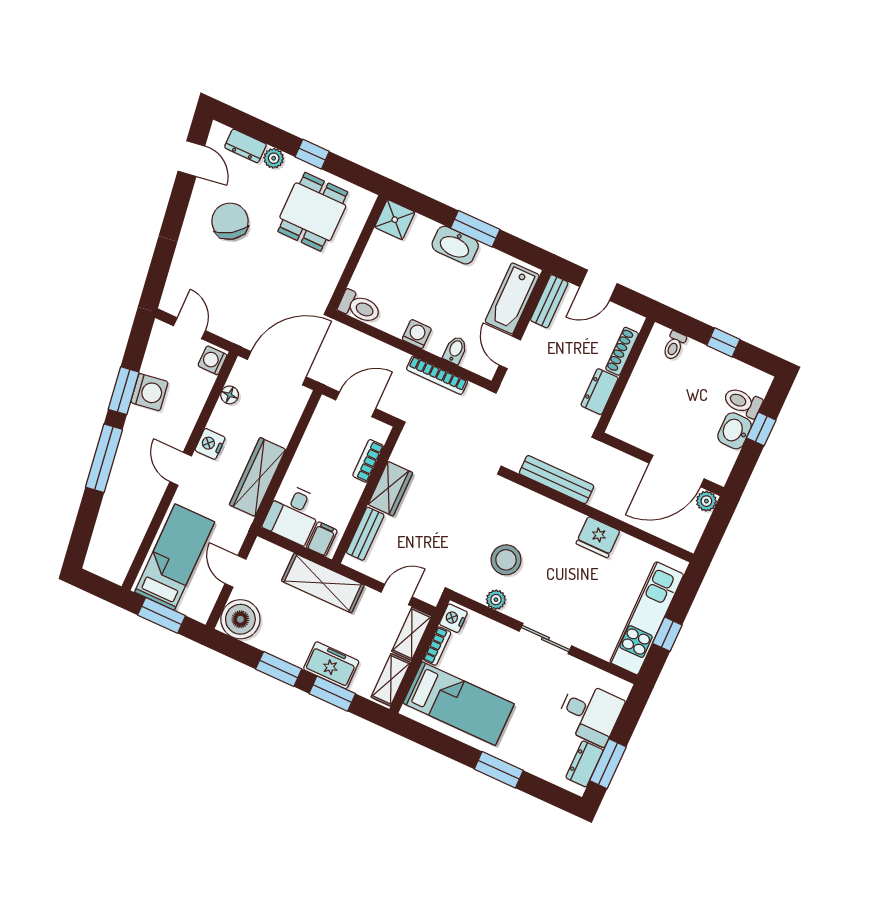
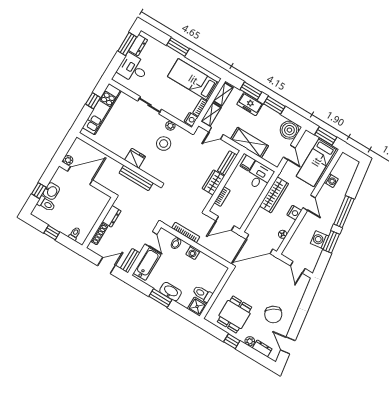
toilet: (360, 307) -> (202, 294), moved
washing machine: (212, 360) -> (331, 181), moved
fridge: (598, 537) -> (135, 158), moved

